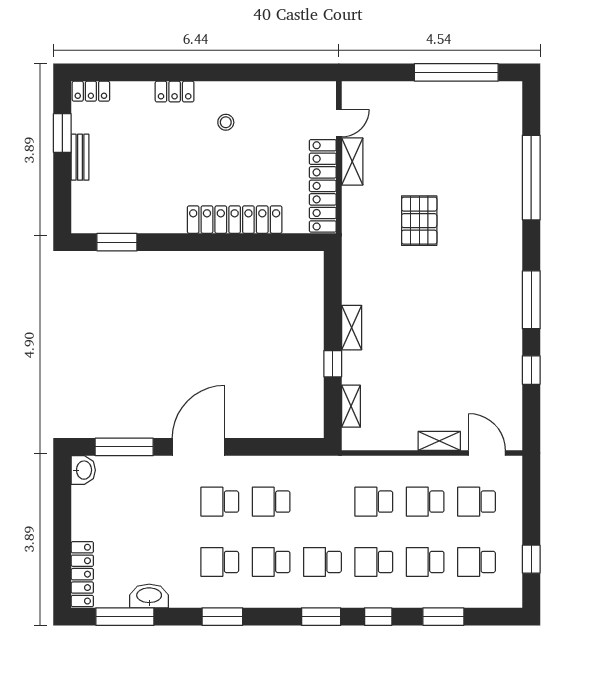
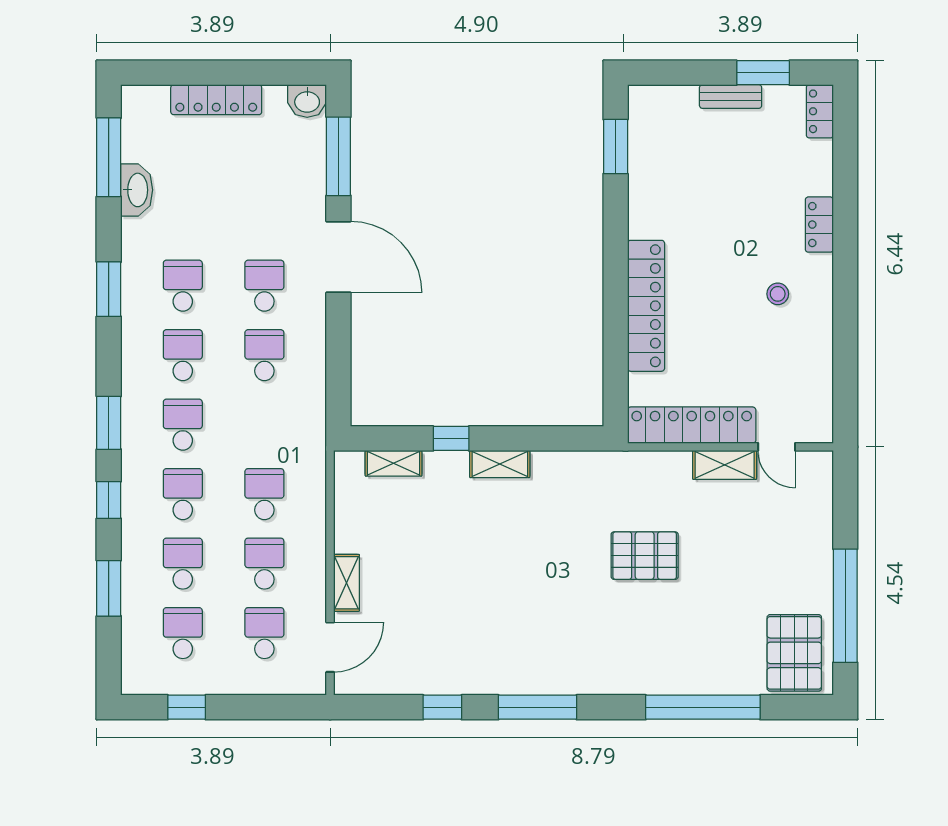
pallet: (491, 110) -> (794, 653), added
locker: (82, 574) -> (216, 100), moved

